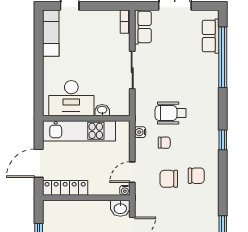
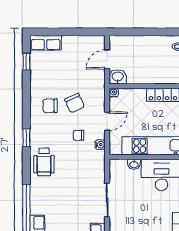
wheelchair: (171, 113) -> (44, 162), moved, turned 90
door: (132, 172) -> (107, 121), moved
chair: (169, 179) -> (75, 103), turned 66

